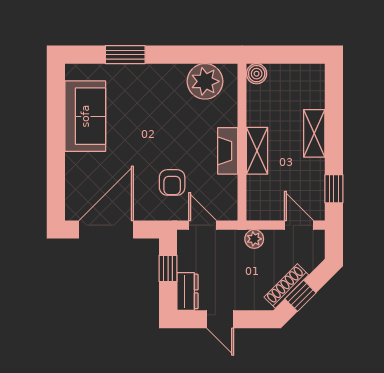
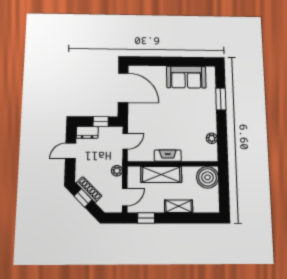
boiler: (257, 74) -> (207, 177), width x1.86, depth x1.86
plant: (205, 81) -> (212, 138), width x0.53, depth x0.53
shelving: (257, 151) -> (161, 175), width x1.50, depth x1.33
armchair: (172, 182) -> (150, 124), removed

